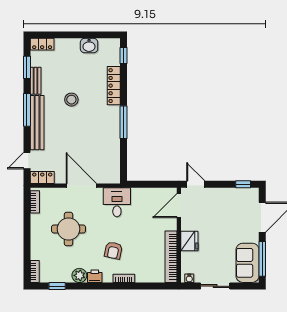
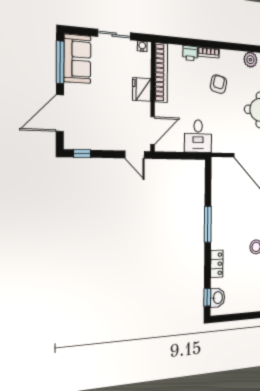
washbasin: (89, 46) -> (217, 298), moved, turned 90
locker: (114, 86) -> (217, 264), width x0.66
desk: (117, 202) -> (198, 136), moved
printer: (95, 276) -> (190, 53), moved

